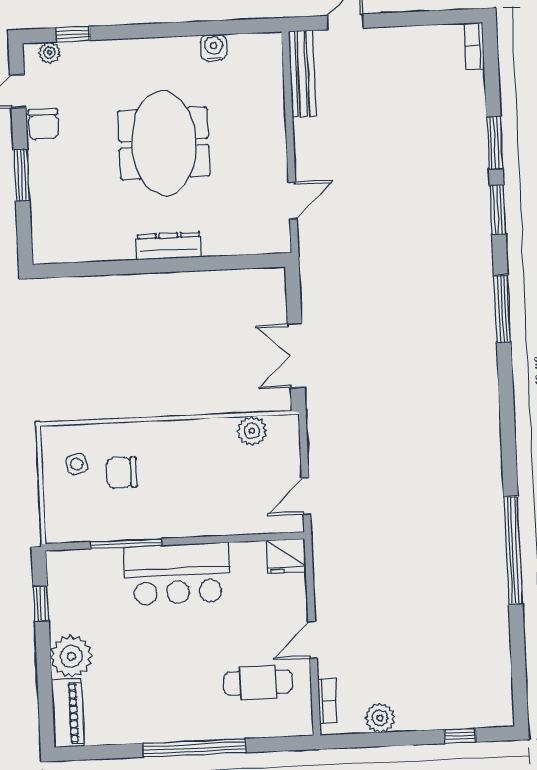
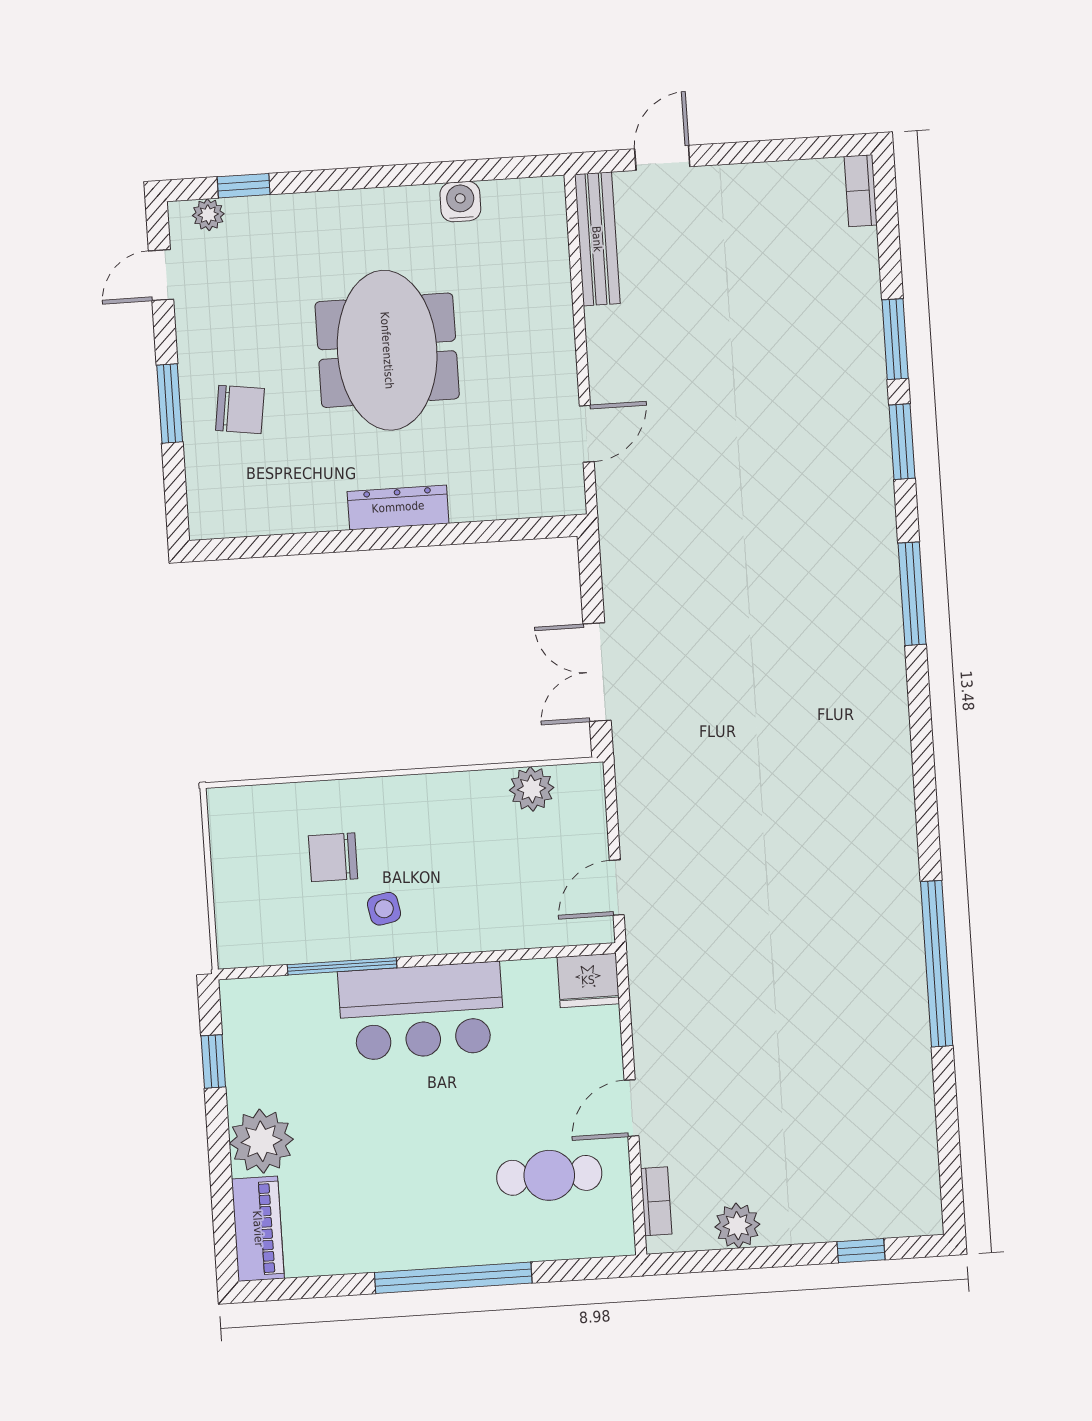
chair: (43, 124) -> (240, 409), moved, turned -82
side table: (77, 464) -> (384, 909), moved

